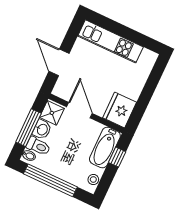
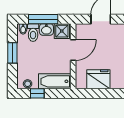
fridge: (120, 110) -> (98, 79), moved
window: (117, 157) -> (37, 93), moved
window: (50, 180) -> (12, 53), width x0.47

